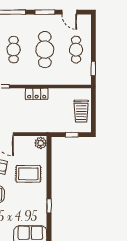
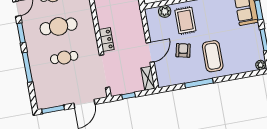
locker: (37, 94) -> (106, 39), moved
plant: (41, 143) -> (165, 11), moved

